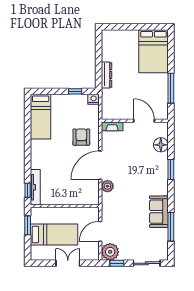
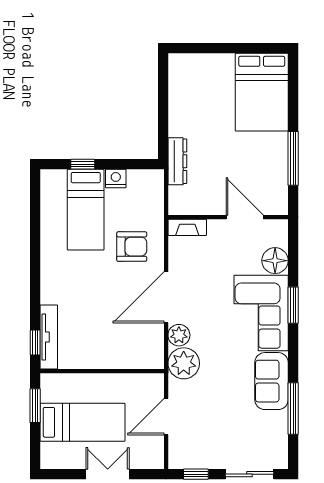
dresser: (107, 75) -> (177, 161), moved
window: (75, 91) -> (83, 164), moved
nightstand: (94, 99) -> (116, 178), moved
bed: (41, 117) -> (86, 210), moved
armchair: (81, 137) -> (132, 247), turned 90
corner sofa: (153, 174) -> (261, 313), added
plant: (110, 252) -> (184, 363), moved

